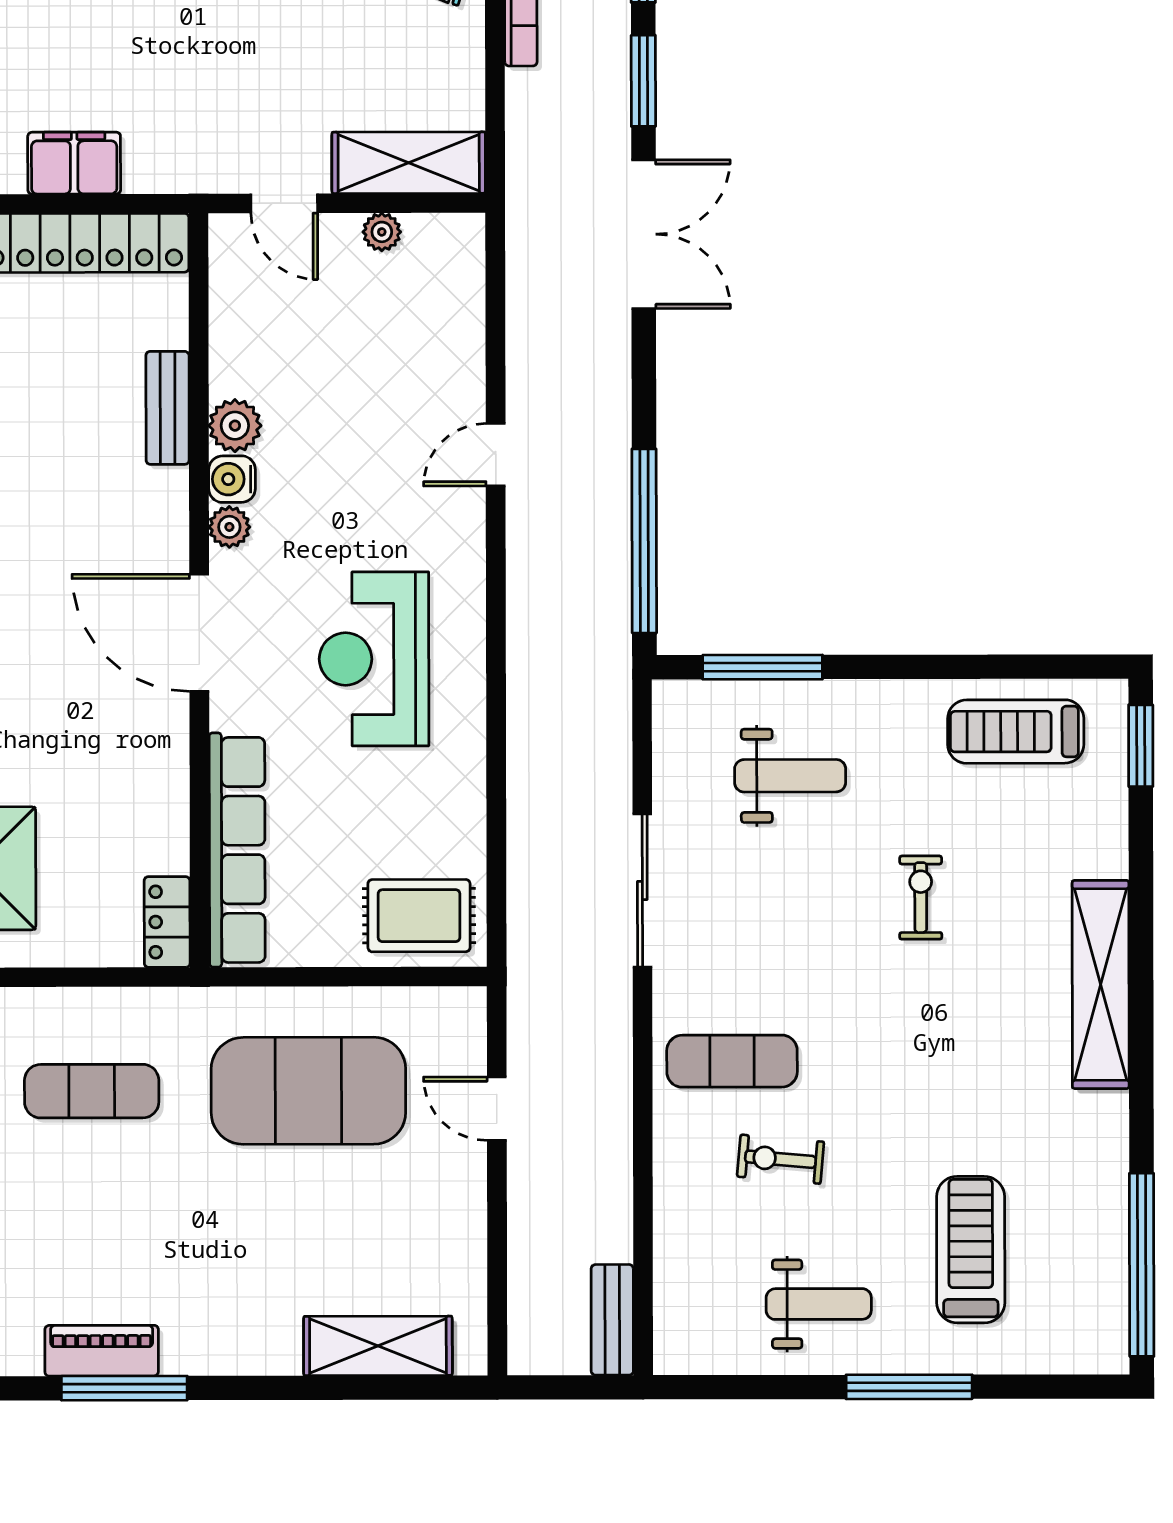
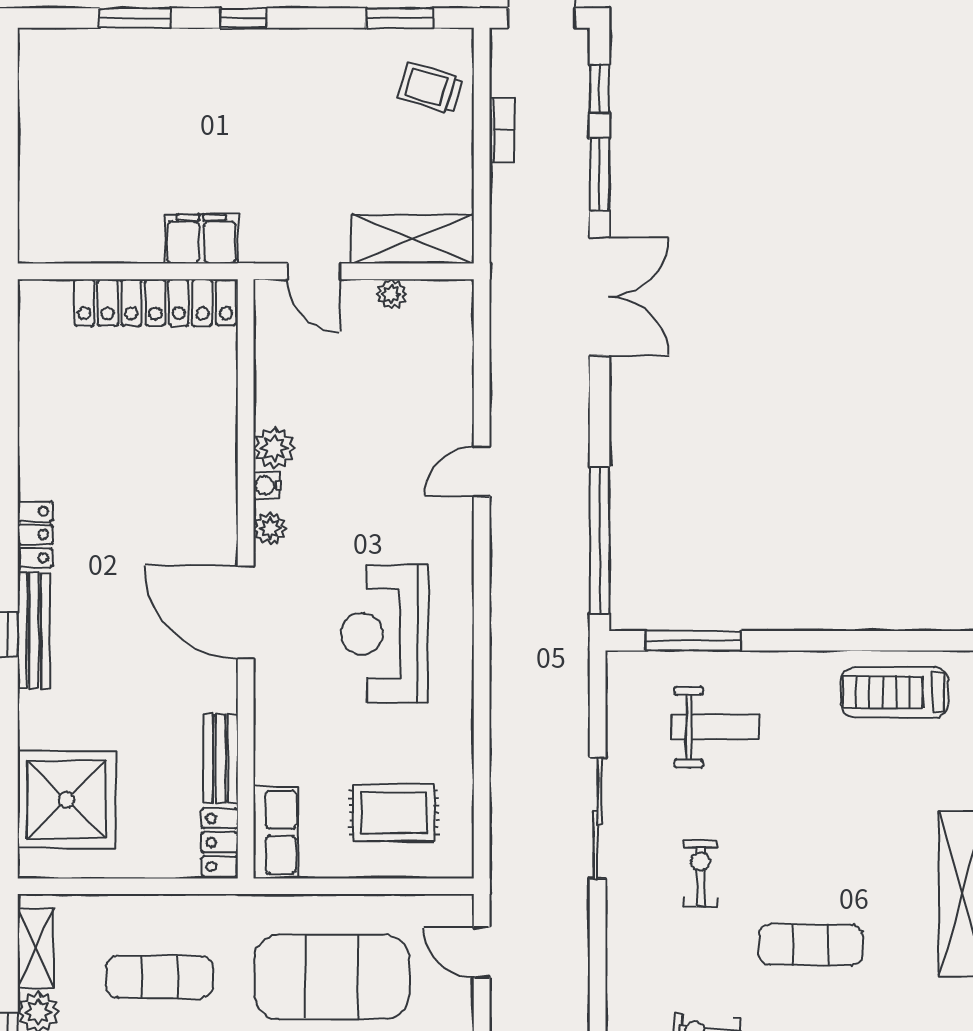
filing cabinet: (74, 163) -> (201, 239), moved
bench: (168, 408) -> (221, 758), moved
water cooler: (232, 479) -> (267, 485), width x0.72, depth x0.72
row of seats: (237, 850) -> (275, 832), width x0.50
exercise bike: (921, 898) -> (700, 873), moved
rug: (419, 916) -> (394, 813), moved
exercise mat: (732, 1061) -> (811, 945), moved
door: (497, 1109) -> (482, 952), moved

